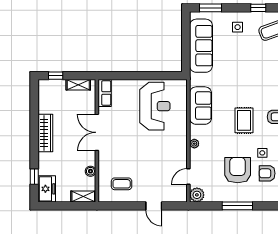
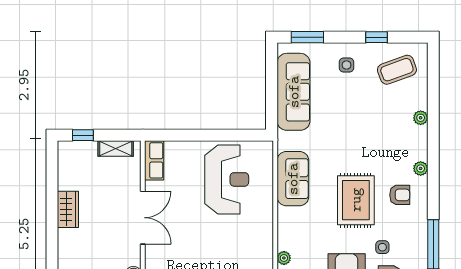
rug: (244, 120) -> (356, 200), width x1.36, depth x1.43
double door: (97, 132) -> (143, 218), swing flipped
wardrobe: (45, 133) -> (68, 209), width x0.67
plant: (194, 144) -> (284, 258), moved

